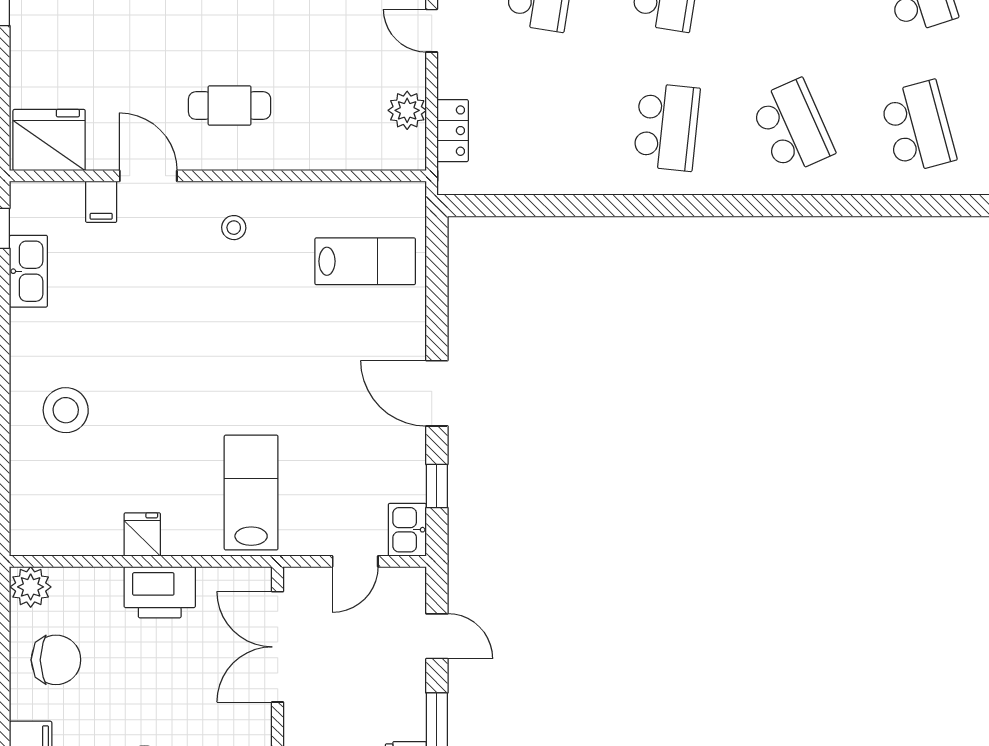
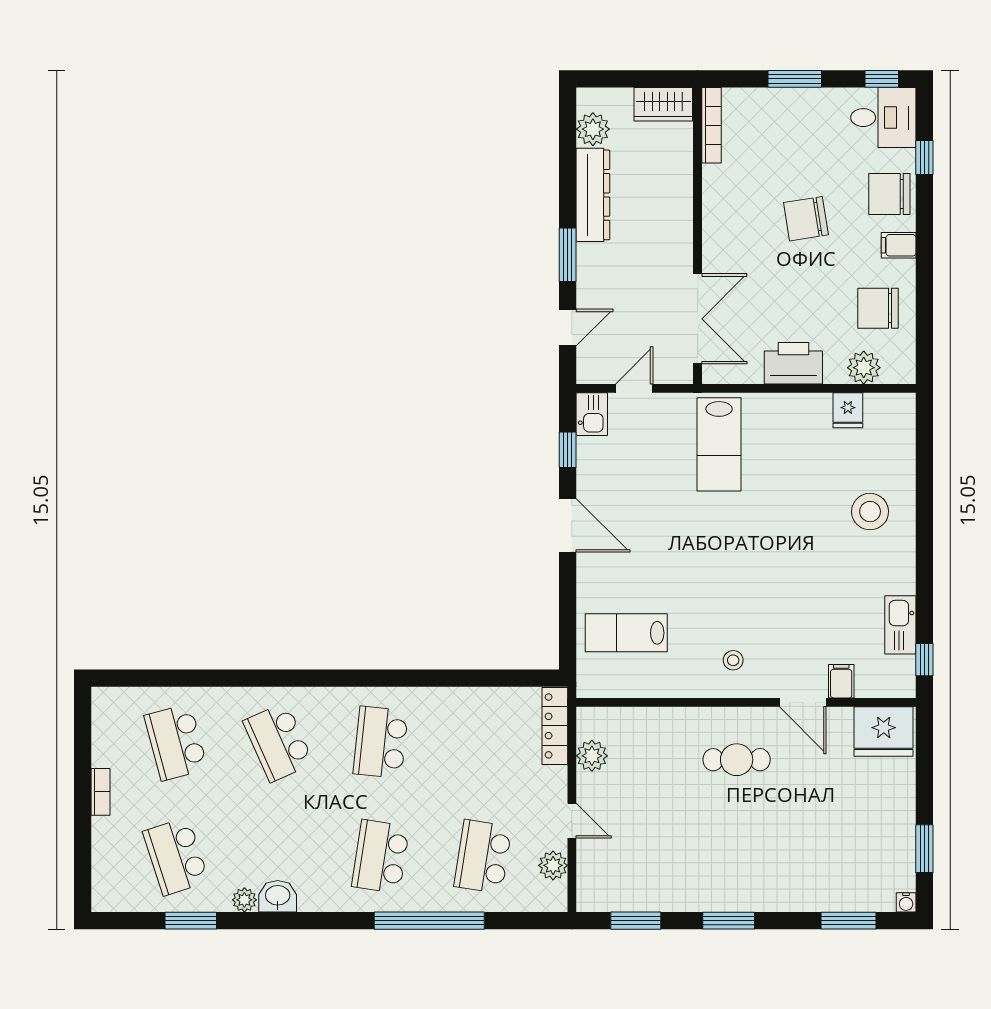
locker: (453, 131) -> (555, 726), width x1.53
fridge: (142, 534) -> (848, 410), moved
plant: (31, 587) -> (864, 368), moved
door: (437, 636) -> (568, 328), swing flipped

